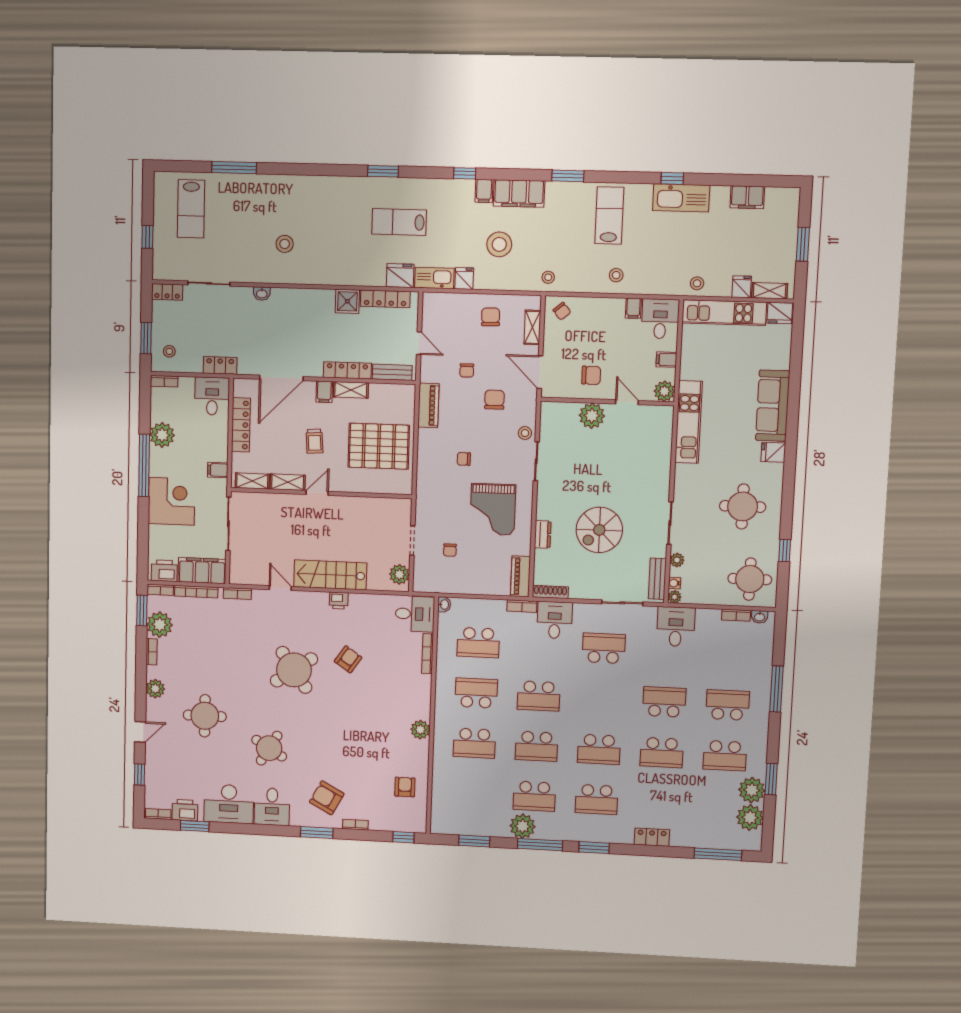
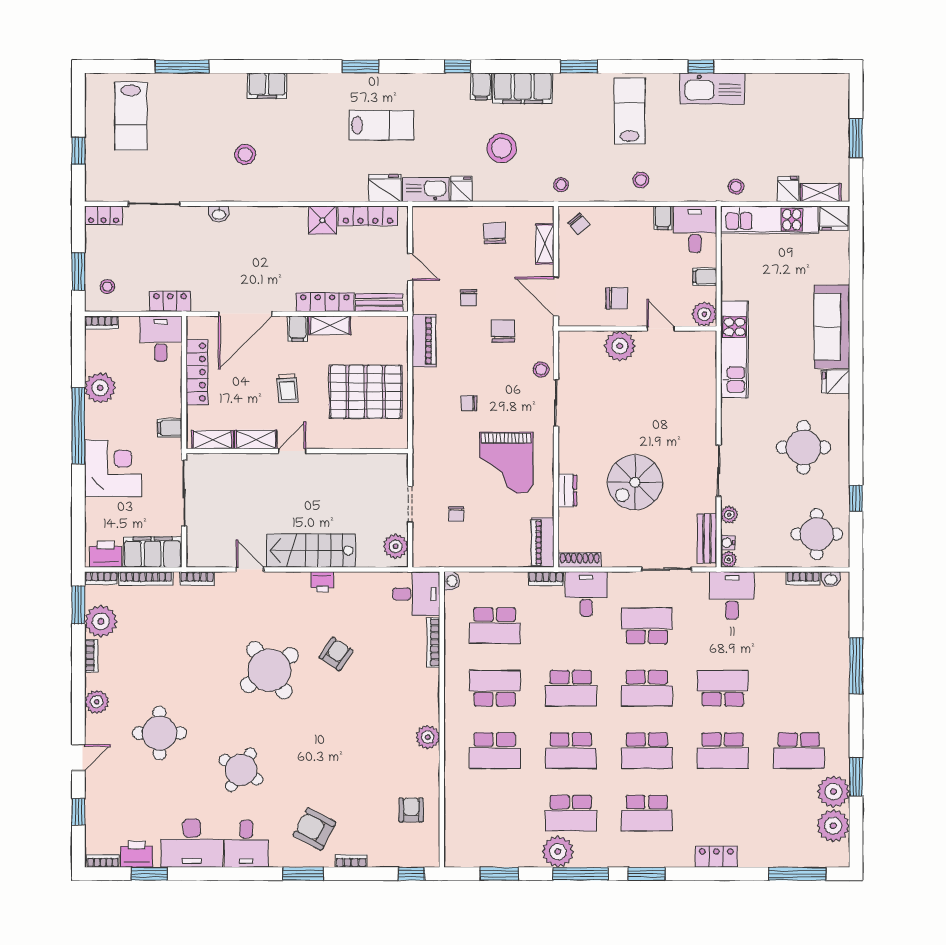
filing cabinet: (747, 197) -> (267, 86), moved
lab bench: (399, 222) -> (382, 125), turned 180
school desk: (728, 705) -> (647, 688), moved, turned 180

